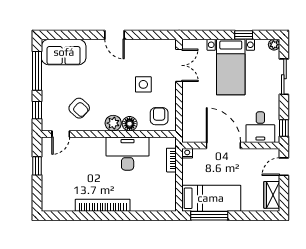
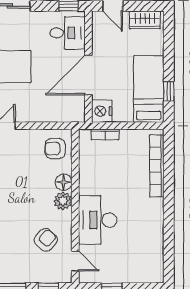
side table: (143, 84) -> (19, 167), removed
nightstand: (187, 153) -> (102, 111), width x1.89, depth x1.79
desk: (128, 154) -> (98, 220), moved
bookcase: (103, 205) -> (157, 166), moved
window: (209, 216) -> (169, 91), width x0.46

